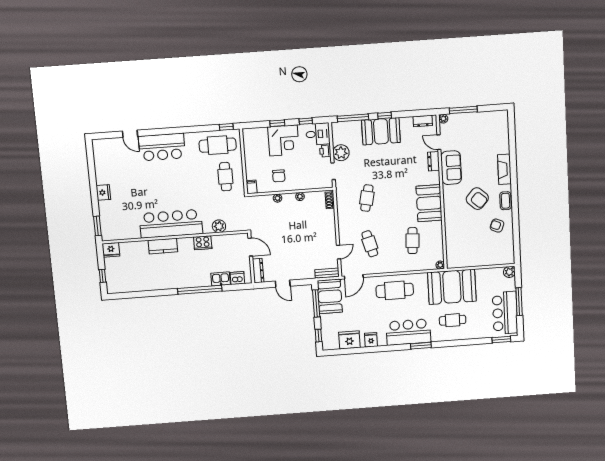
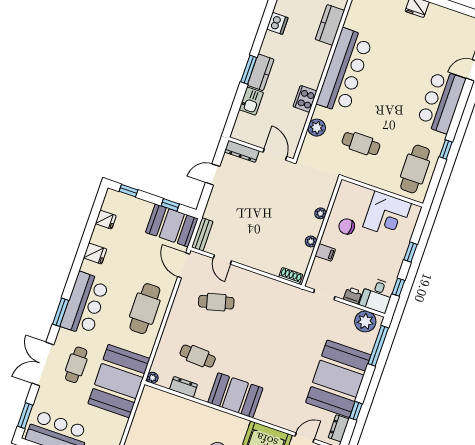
window: (385, 116) -> (356, 411), moved
window: (226, 127) -> (446, 149), moved
booth: (381, 131) -> (338, 379), width x1.36, depth x1.42
corner desk: (284, 140) -> (387, 215), moved, turned -90
plant: (341, 153) -> (365, 321), moved
dresser: (434, 161) -> (184, 387), moved
cafe table: (225, 177) -> (361, 144), moved
filing cabinet: (252, 187) -> (325, 252), moved
cafe table: (367, 198) -> (274, 322), removed
kitchen counter: (163, 246) -> (330, 25), moved
door: (250, 247) -> (275, 154), swing flipped
dishwasher: (237, 278) -> (277, 23), moved
kitchen counter: (198, 281) -> (261, 72), added
window: (200, 290) -> (249, 70), width x0.47
window: (316, 303) -> (170, 205), width x0.46
fridge: (349, 340) -> (106, 220), width x0.53, depth x0.75
double door: (461, 343) -> (43, 364), added

